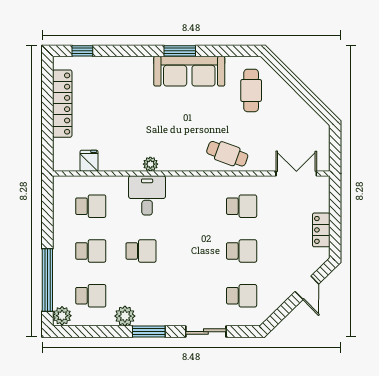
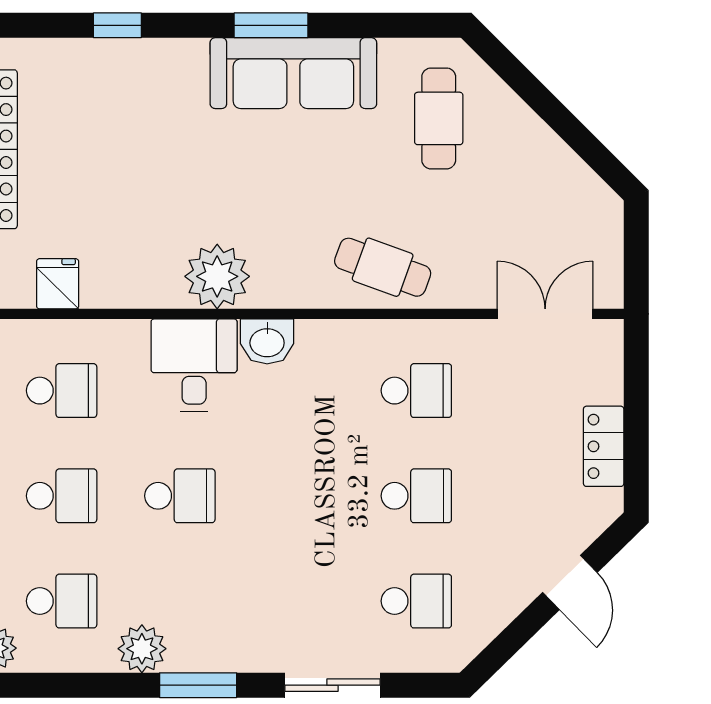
window: (82, 51) -> (117, 25), moved
plant: (150, 164) -> (217, 276), width x1.87, depth x1.87
washbasin: (178, 185) -> (267, 341), added

